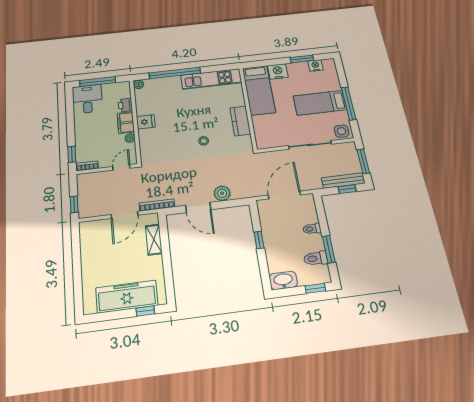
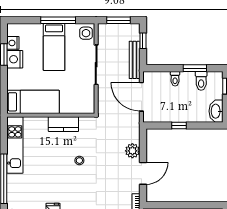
nightstand: (278, 71) -> (15, 59), moved
bench: (343, 181) -> (135, 60), moved

